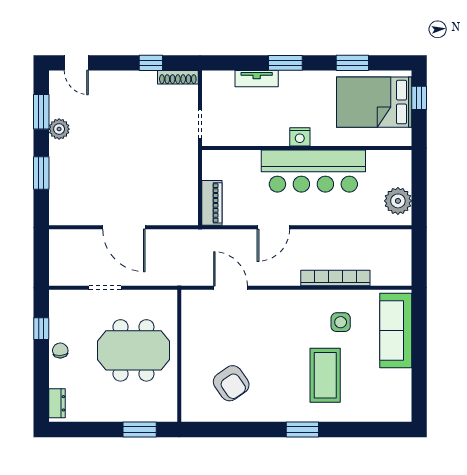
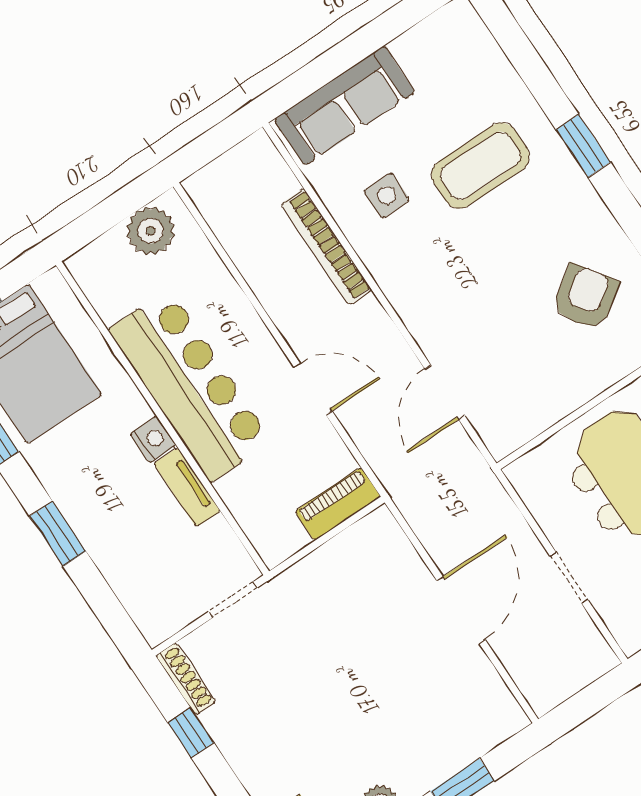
tv unit: (257, 79) -> (187, 487), moved, turned 180

